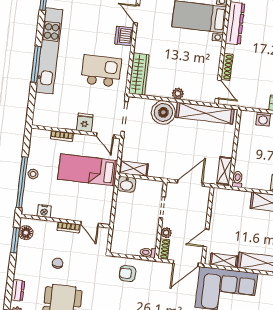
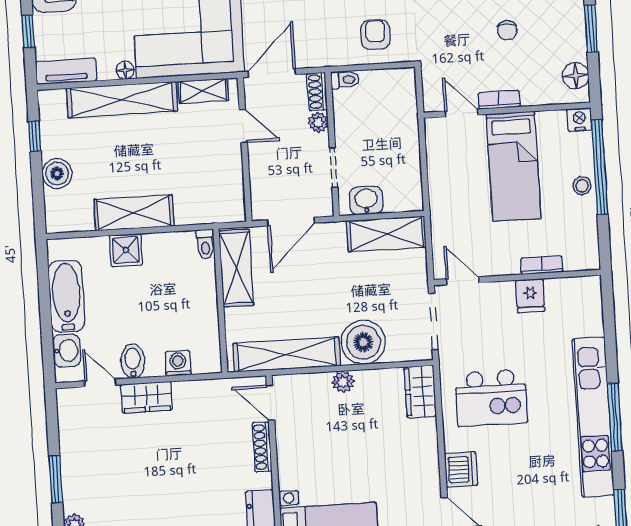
window: (36, 64) -> (615, 417), moved
wardrobe: (139, 74) -> (420, 392), width x0.67
fridge: (85, 123) -> (530, 296), moved
shelving: (134, 169) -> (386, 234), width x1.50, depth x1.33
bed: (88, 170) -> (514, 166), moved, turned 90
shelving: (225, 171) -> (236, 268), width x1.50, depth x1.33
washbasin: (127, 184) -> (366, 200), moved
nightstand: (44, 211) -> (579, 120), moved
door: (206, 238) -> (243, 126), hinge flipped
window: (15, 240) -> (591, 28), moved
armchair: (128, 273) -> (375, 35), turned -90
floor lamp: (263, 279) -> (125, 70), added

